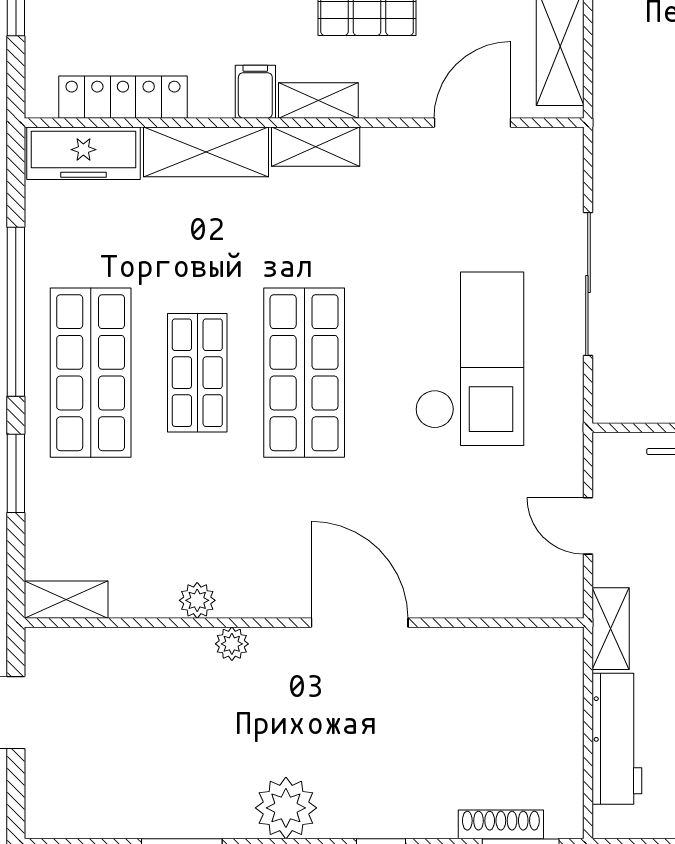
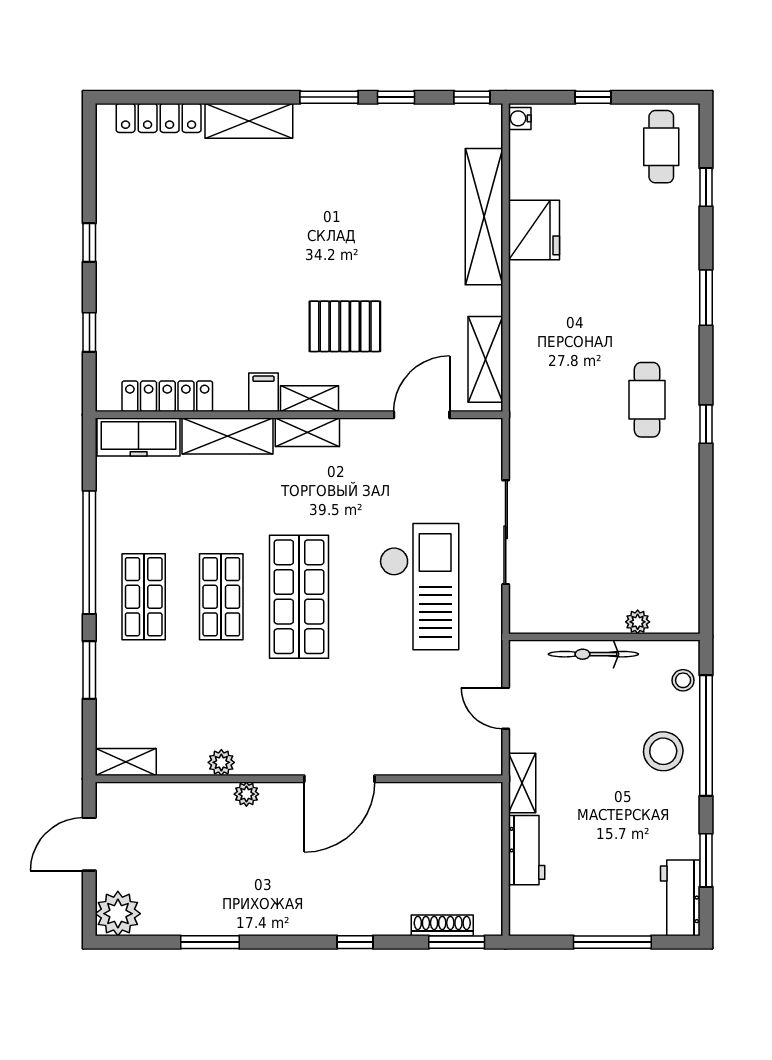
shop shelf: (91, 373) -> (144, 597), width x0.70, depth x0.74
door: (360, 623) -> (339, 779), swing flipped
workbench: (617, 739) -> (527, 850), width x0.73
plant: (286, 808) -> (118, 914), moved

